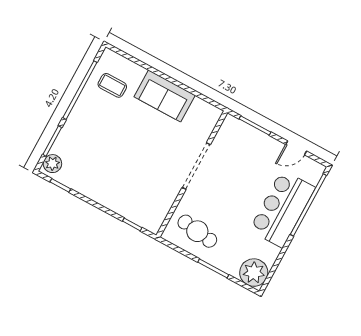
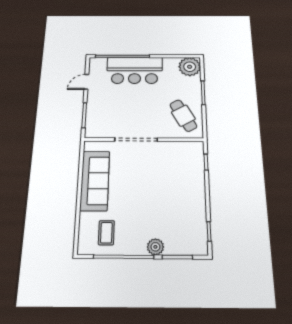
sofa: (165, 96) -> (95, 181), width x1.36
door: (296, 148) -> (86, 82), swing flipped
plant: (52, 164) -> (155, 247), moved
cafe table: (197, 231) -> (183, 116), turned -37

